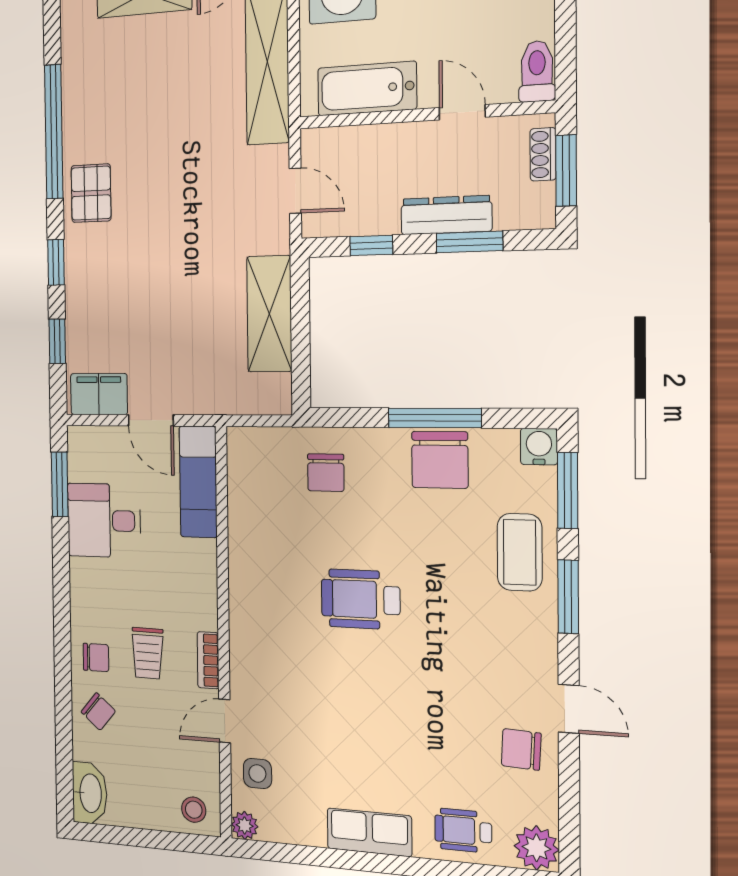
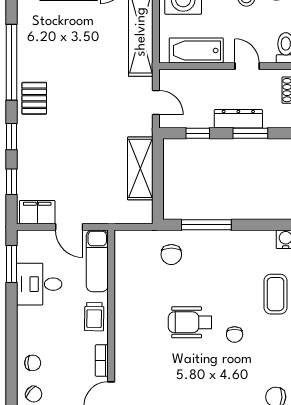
window: (435, 418) -> (206, 225), moved
chair: (440, 460) -> (235, 335), moved, width x0.54, depth x0.54
trolley: (148, 653) -> (94, 317), moved

